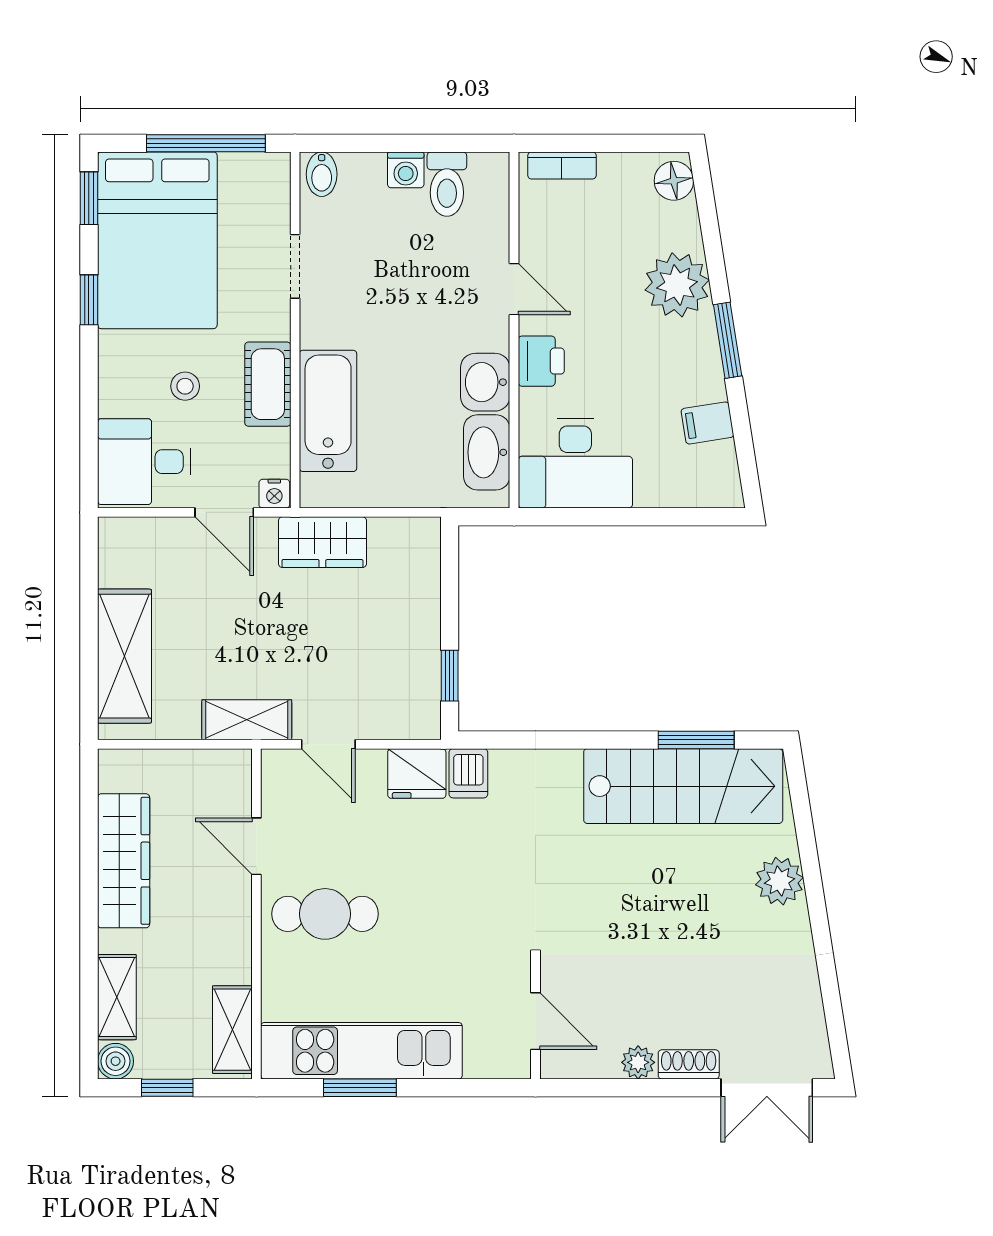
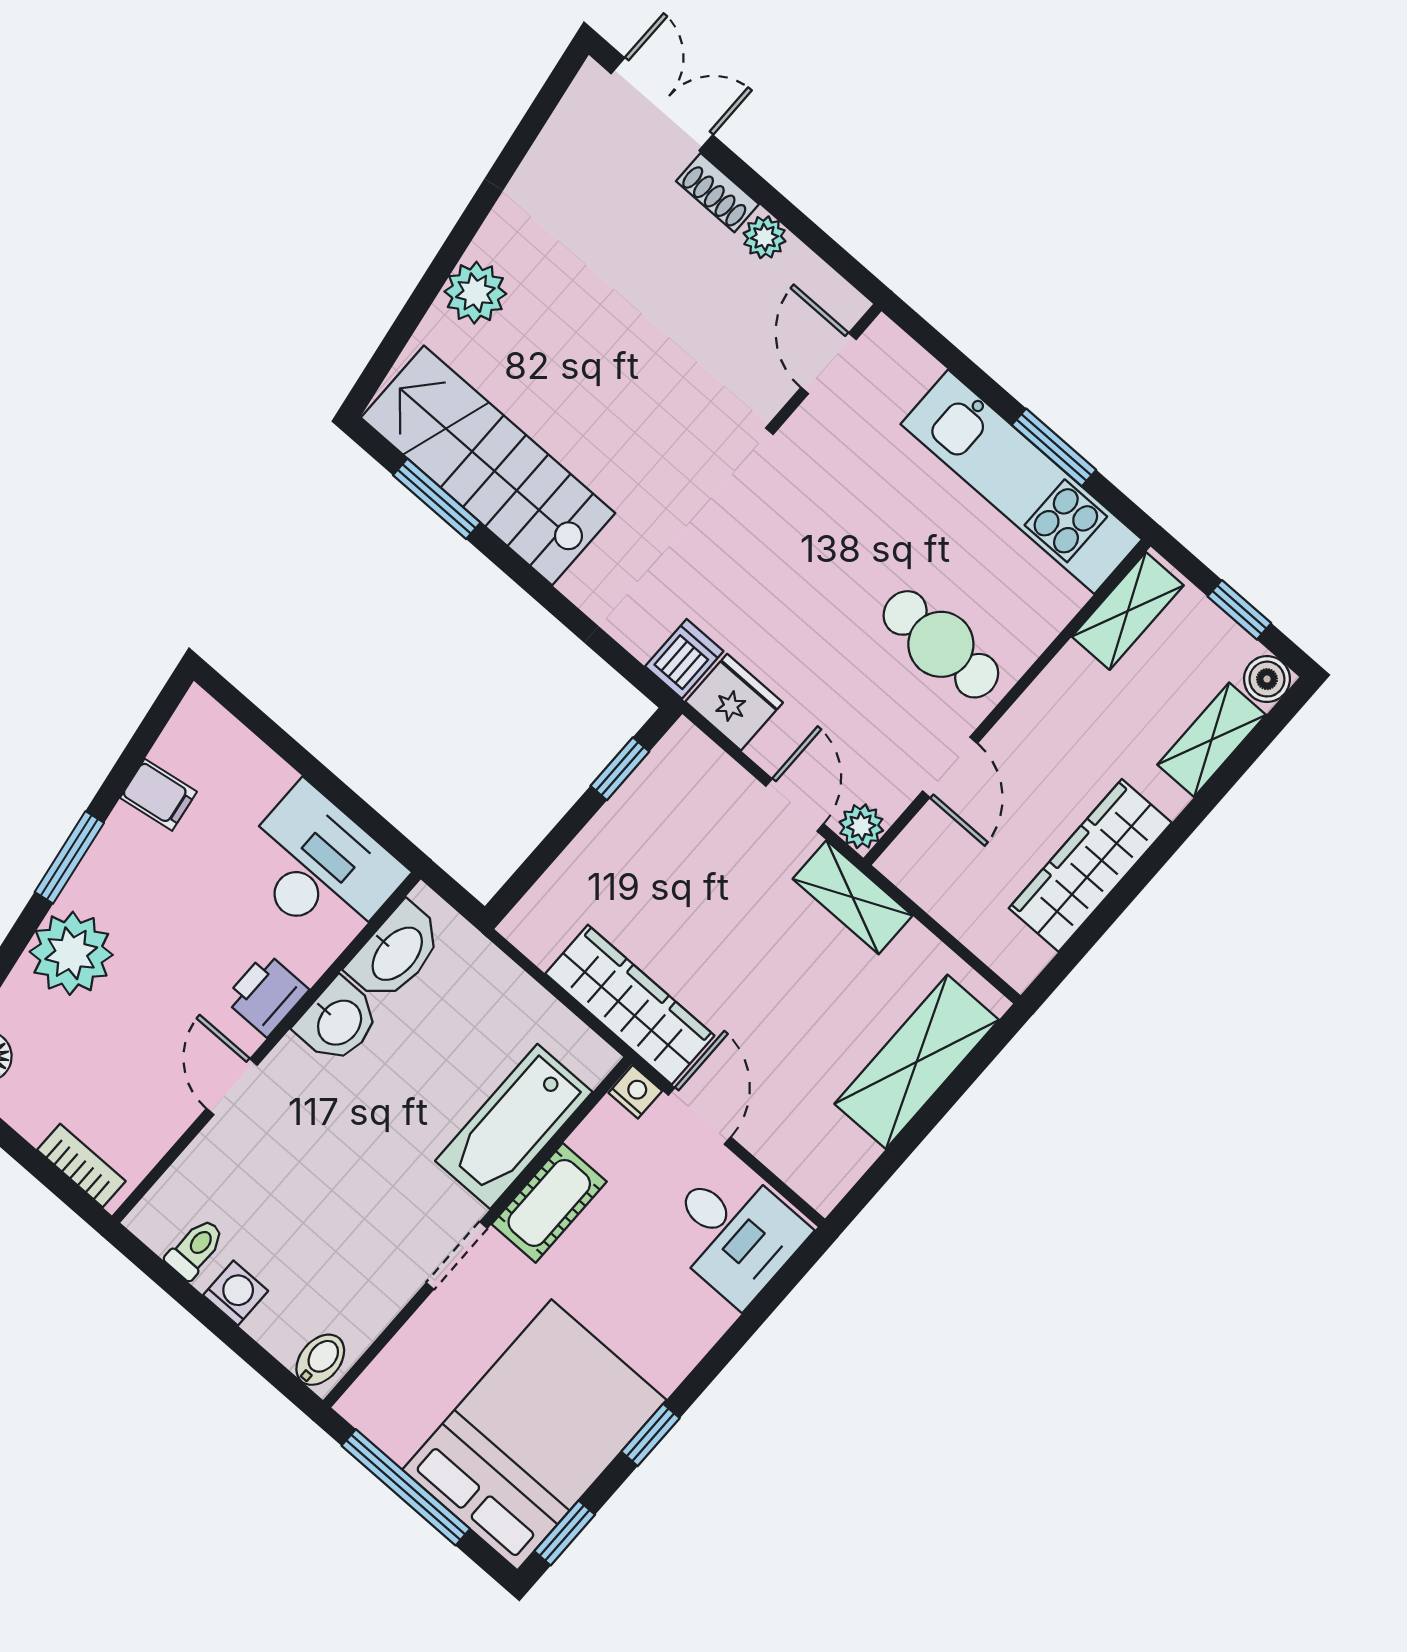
toilet: (447, 184) -> (195, 1249), width x0.73, depth x0.72
doorway: (295, 266) -> (457, 1255), moved
stool: (185, 386) -> (631, 1271), removed
wardrobe: (322, 542) -> (630, 1005), width x1.50
plant: (278, 766) -> (861, 826), added

